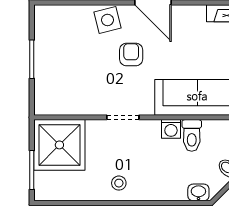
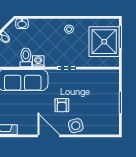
shower: (59, 145) -> (104, 42), moved

